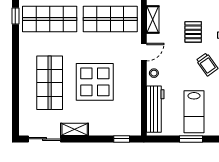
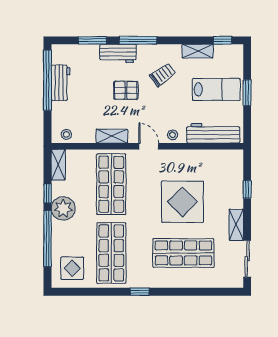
window: (15, 16) -> (140, 292), moved
window: (122, 139) -> (247, 189), moved

